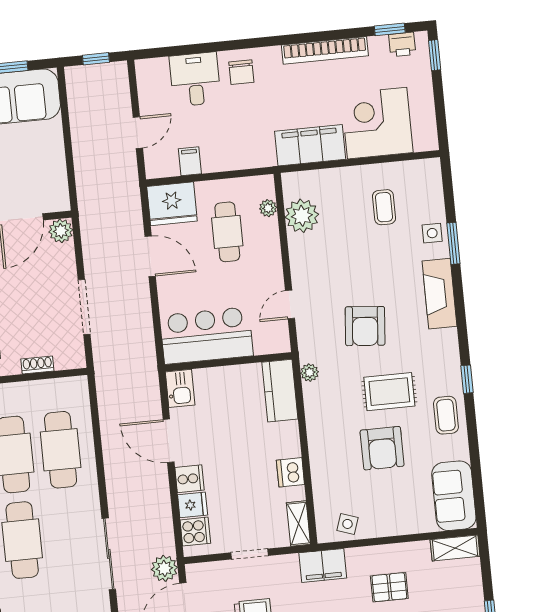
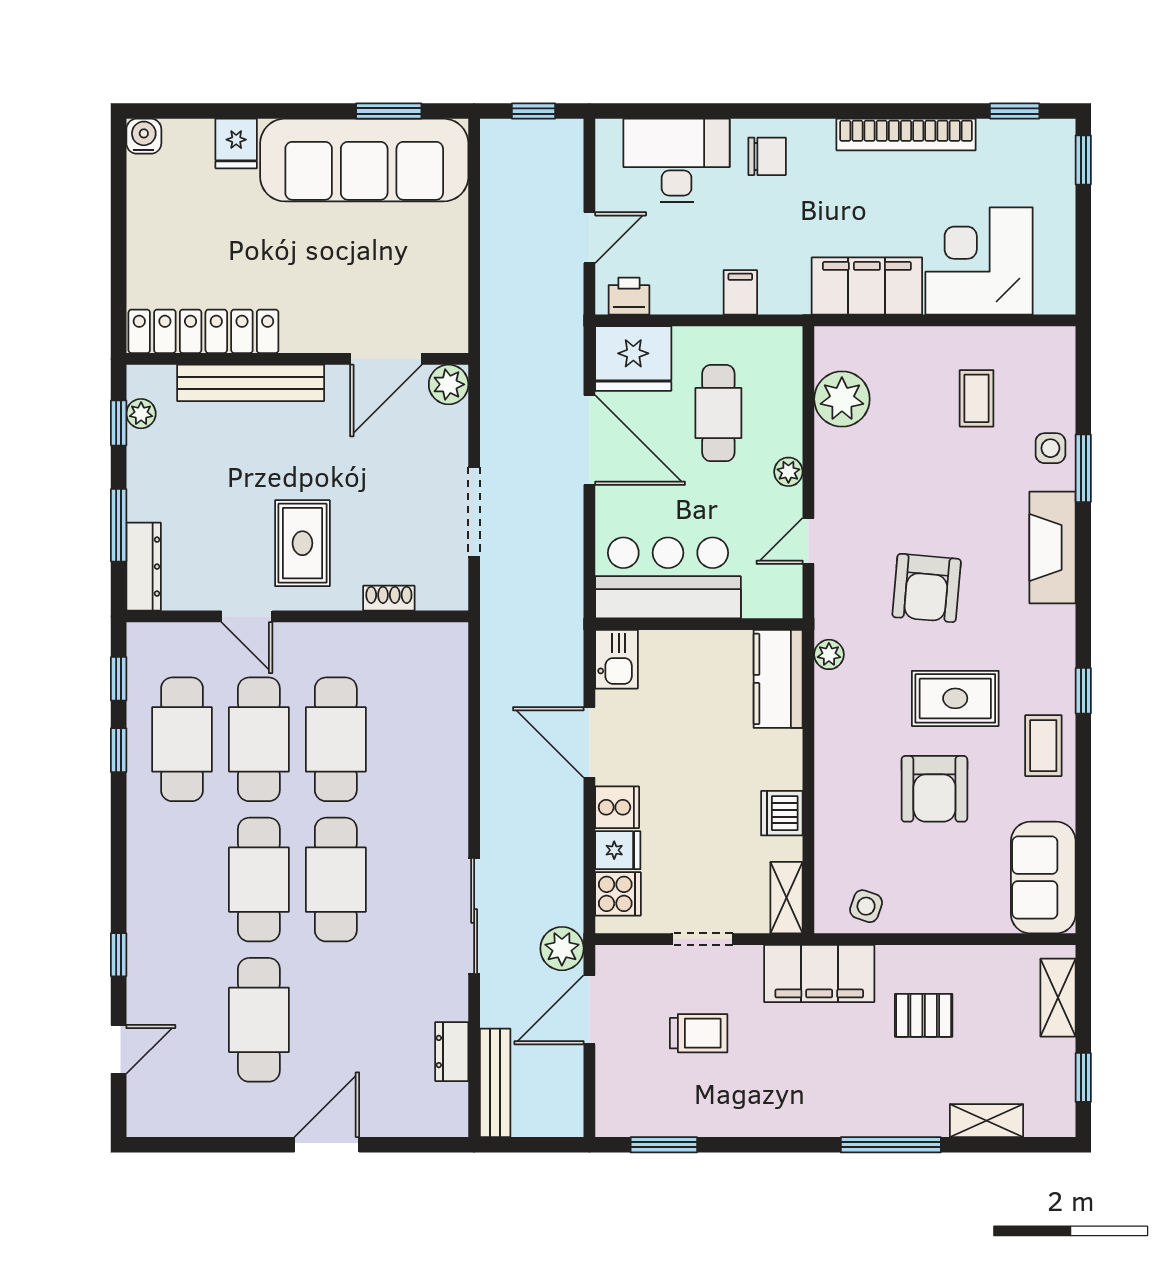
printer: (402, 44) -> (629, 296), moved, turned 180
chair: (241, 72) -> (767, 156), turned -90
desk: (195, 79) -> (677, 160), width x1.37
filing cabinet: (190, 161) -> (740, 292), moved
plant: (268, 208) -> (788, 472), moved
door: (150, 256) -> (589, 440), width x1.36
cafe table: (61, 450) -> (413, 739), removed
shelving: (455, 548) -> (1058, 998), moved, turned 90
filing cabinet: (323, 565) -> (819, 973), width x1.50, depth x1.17

